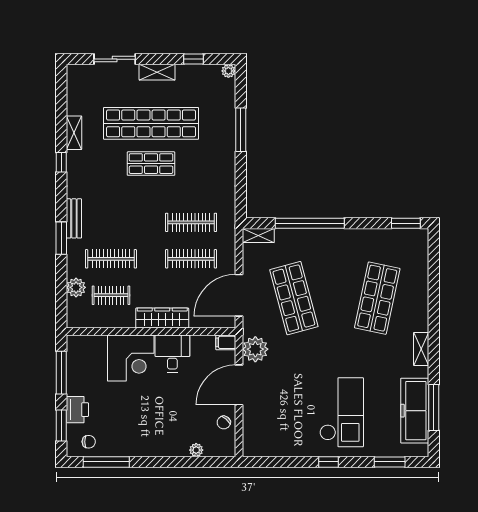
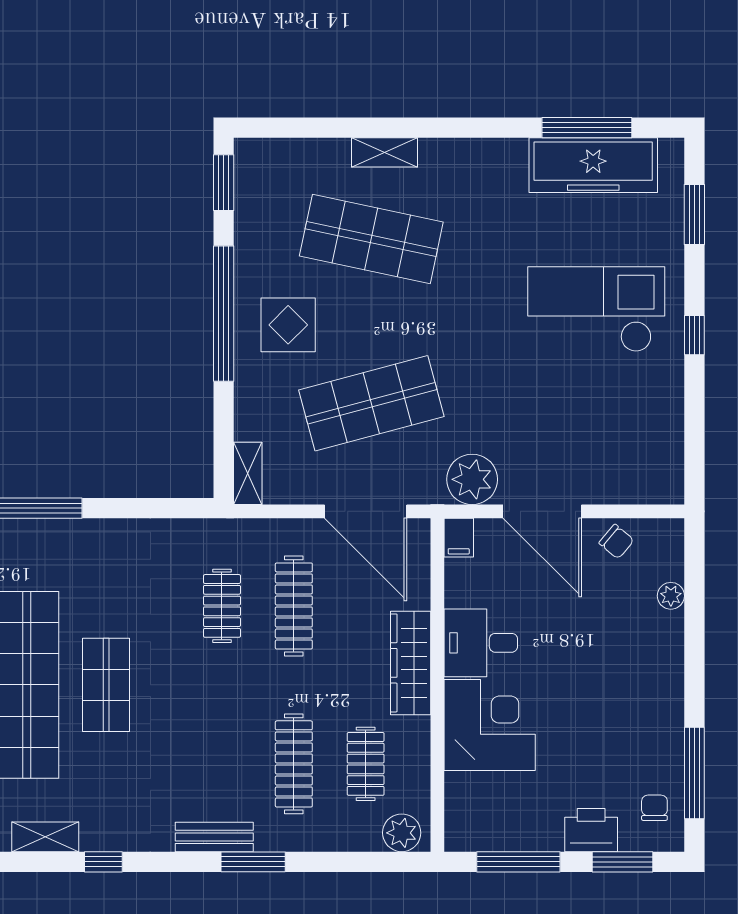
clothes rail: (191, 222) -> (222, 606), width x0.73
window: (310, 223) -> (224, 314), moved
display table: (334, 256) -> (288, 325), added
plant: (76, 287) -> (402, 833), moved
shelving: (421, 349) -> (385, 152), moved

